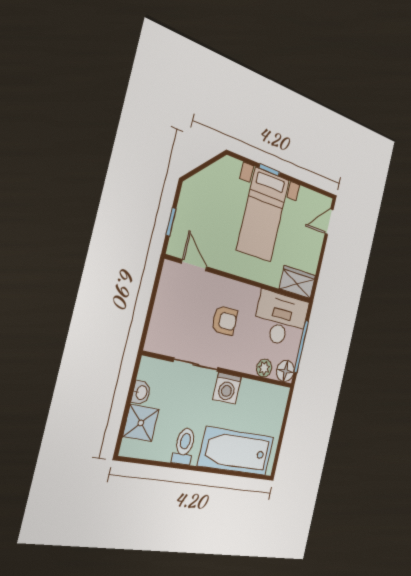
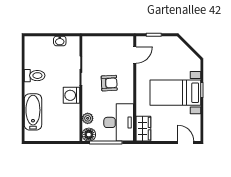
armchair: (225, 321) -> (109, 83), turned -93
shower: (141, 423) -> (44, 45), removed
bathtub: (236, 451) -> (33, 112), width x0.73, depth x0.73

